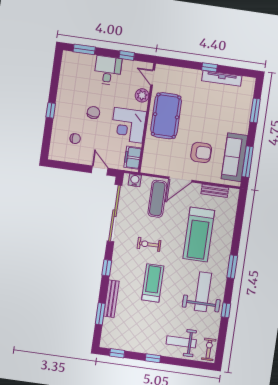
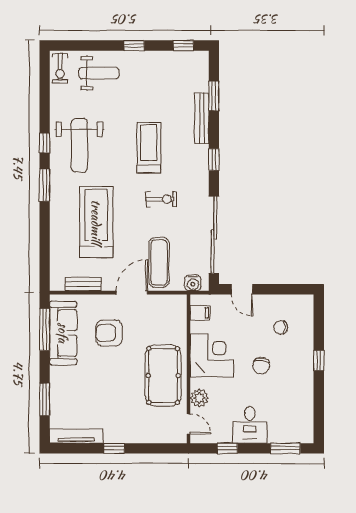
tv unit: (222, 78) -> (76, 436), moved
filing cabinet: (133, 158) -> (200, 313), width x0.50
treadmill: (153, 283) -> (149, 148), turned 180
window: (226, 310) -> (45, 143), moved

